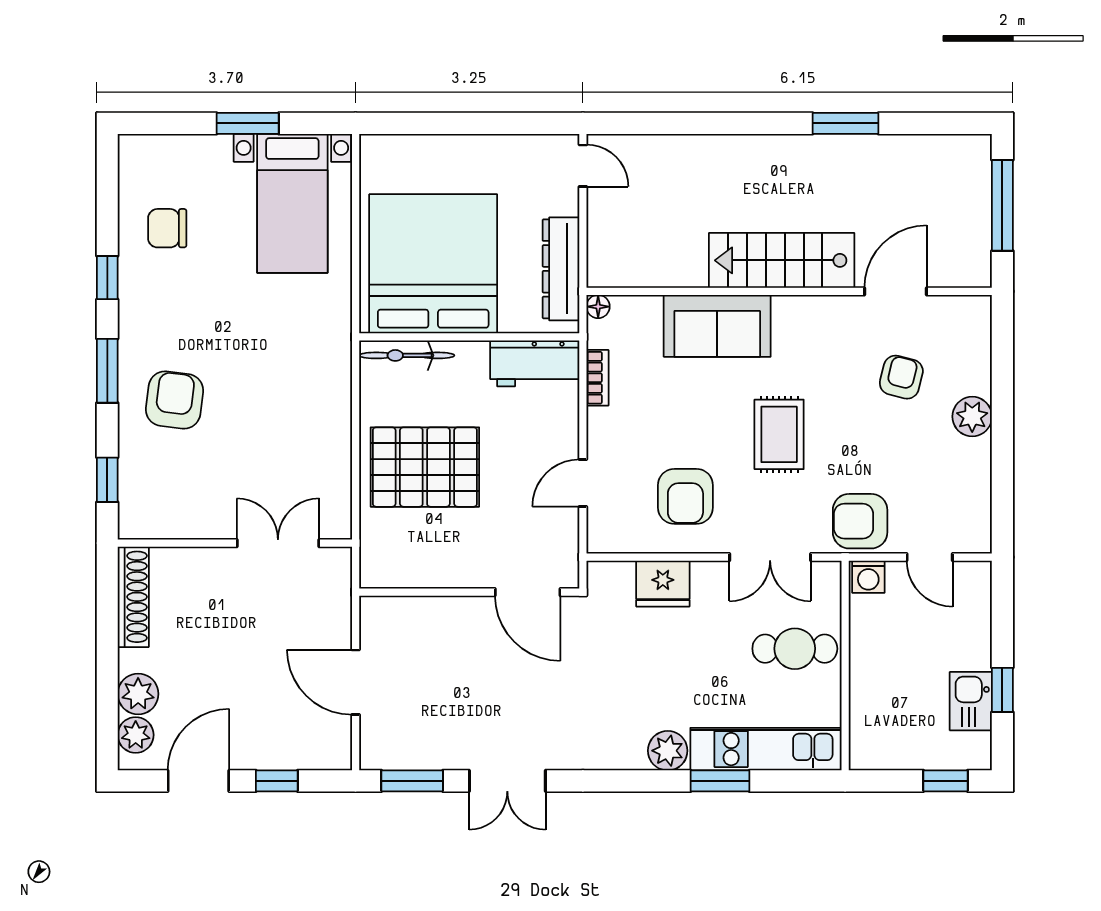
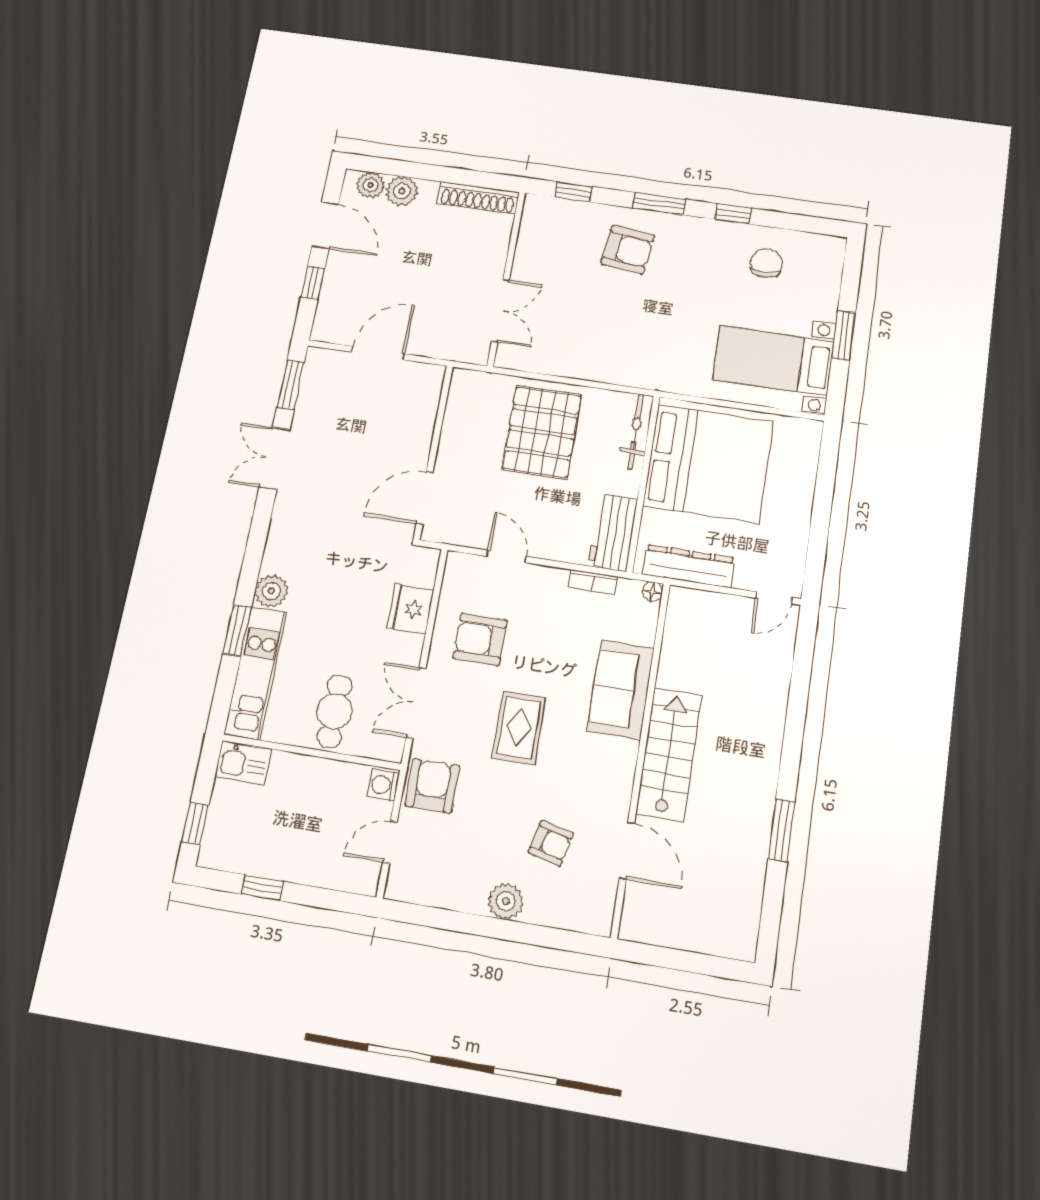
window: (1002, 205) -> (690, 962), removed
rug: (779, 434) -> (519, 727), turned 90
kitchen sink: (971, 701) -> (243, 763), moved, turned 180

